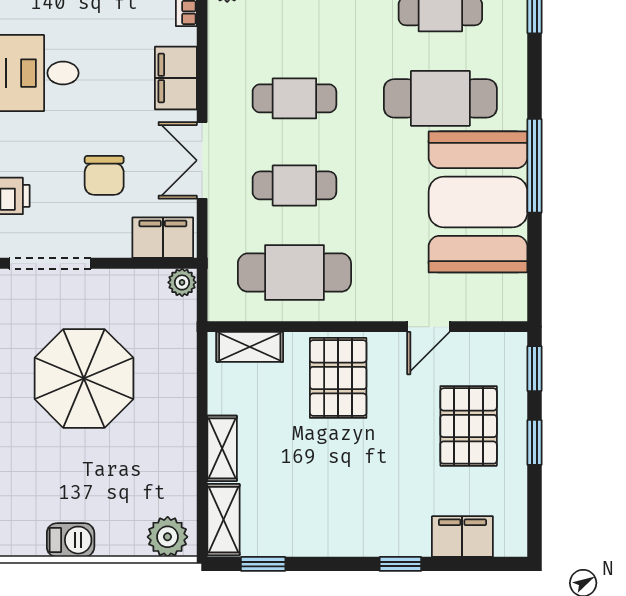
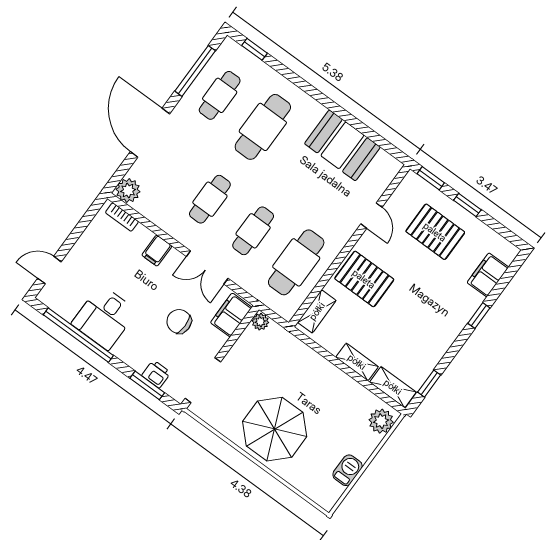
filing cabinet: (176, 78) -> (157, 251), width x0.50
window: (534, 166) -> (330, 105), removed
chair: (104, 175) -> (179, 321), turned 180
booth: (478, 202) -> (342, 145), width x0.73, depth x0.70
parasol: (84, 378) -> (275, 429), moved

